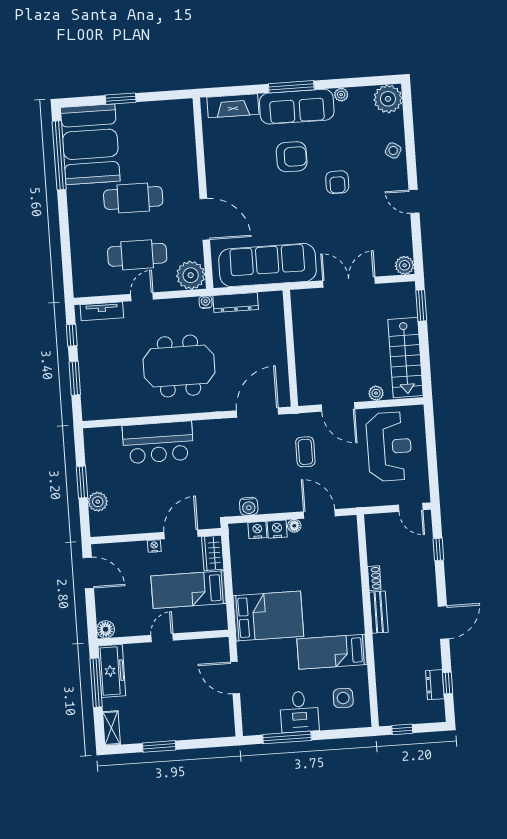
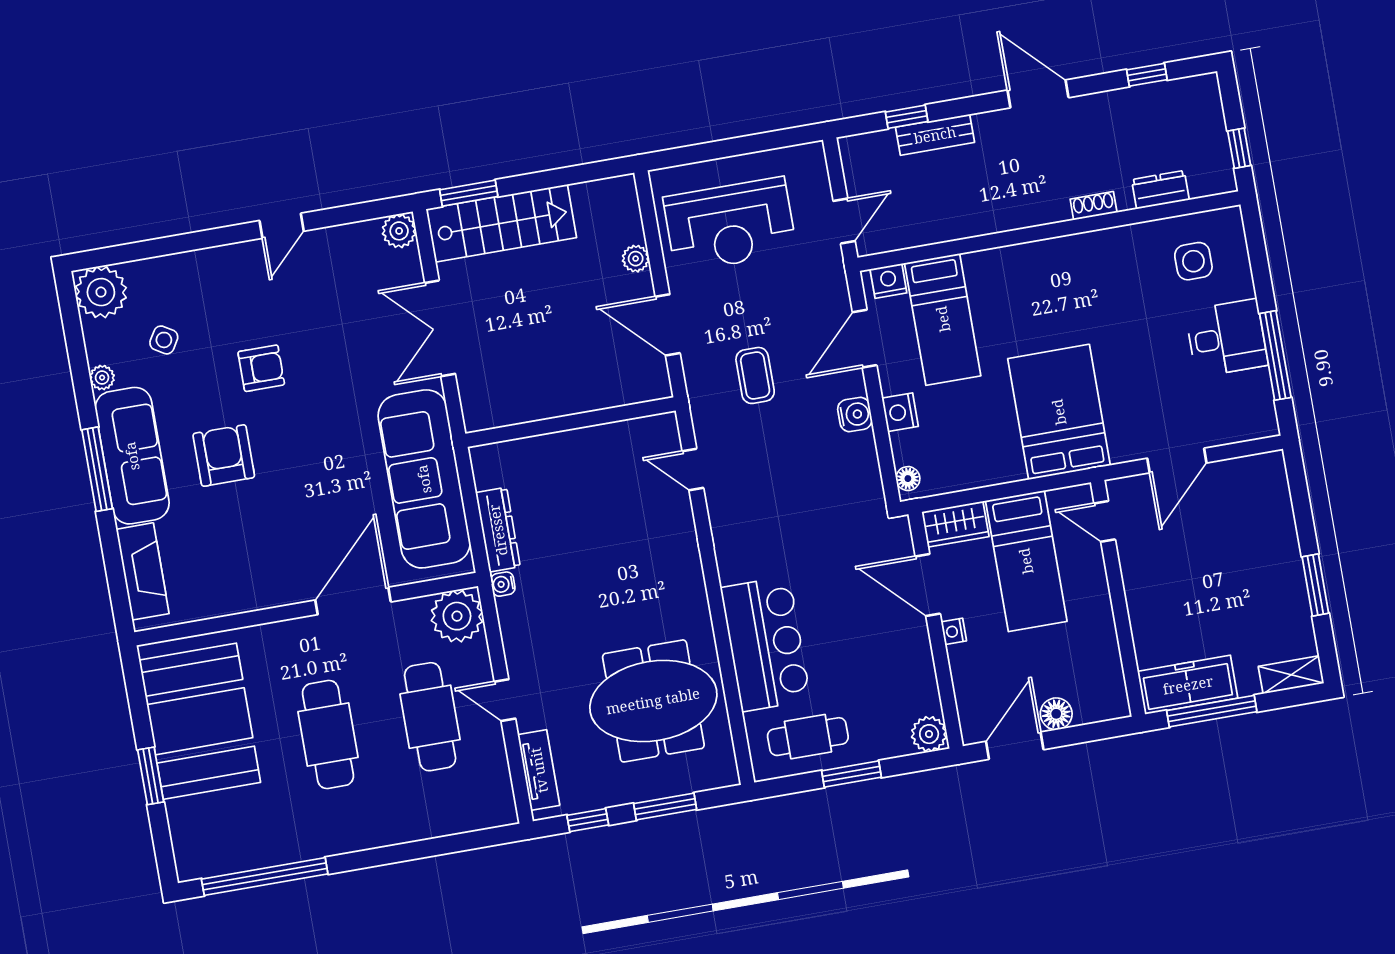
booth: (90, 144) -> (200, 721), moved, turned 90
side table: (393, 150) -> (164, 340), moved
stairs: (405, 358) -> (502, 223), moved
meeting table: (179, 366) -> (653, 701), moved, turned 90
door: (338, 407) -> (668, 325), swing flipped
door: (258, 412) -> (693, 469), width x0.53
reception desk: (389, 447) -> (730, 225), turned 180
coffee table: (305, 452) -> (755, 375), turned 90
cafe table: (105, 460) -> (808, 737), added
plant: (98, 502) -> (929, 734), moved
water cooler: (249, 506) -> (855, 414), moved
door: (411, 507) -> (844, 221), moved
floor lamp: (294, 526) -> (908, 479), moved
nightstand: (257, 530) -> (888, 281), moved, turned 90
shoe rack: (374, 578) -> (1094, 206), moved
bench: (379, 612) -> (935, 135), moved
floor lamp: (106, 629) -> (1056, 714), moved
door: (162, 638) -> (1105, 521), moved
bed: (332, 652) -> (943, 319), moved
dresser: (435, 685) -> (1160, 190), moved, turned 180

